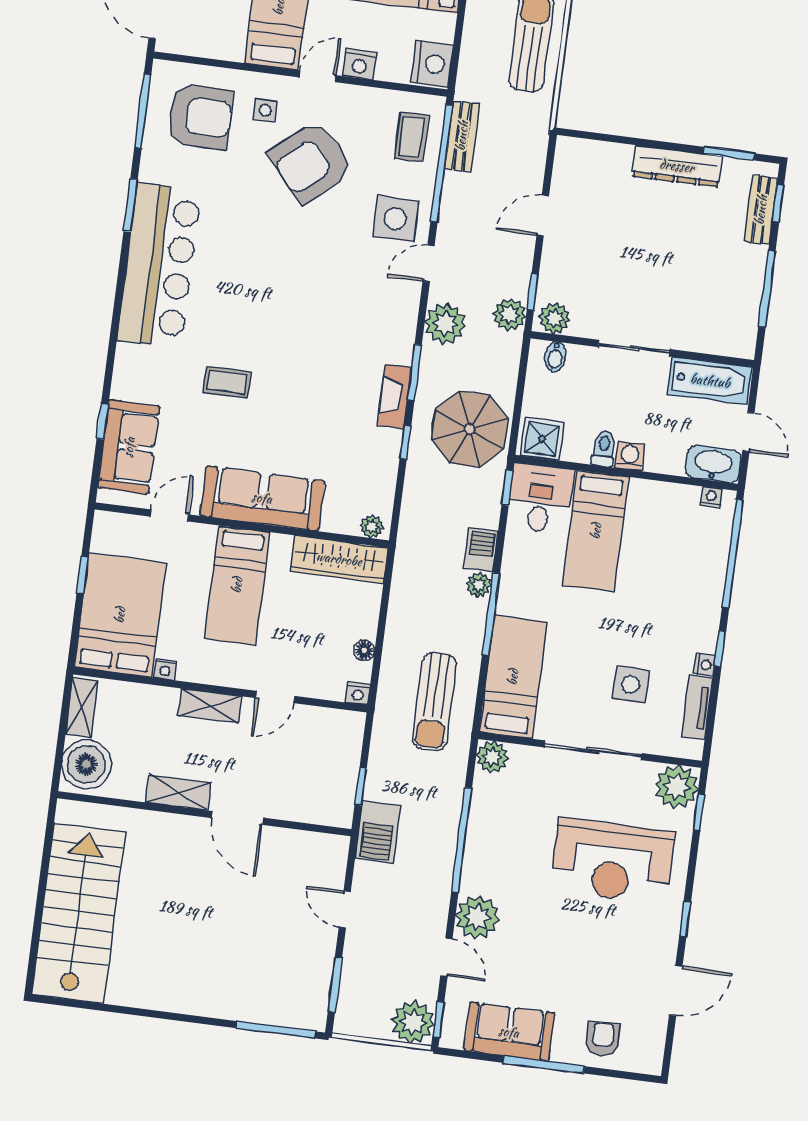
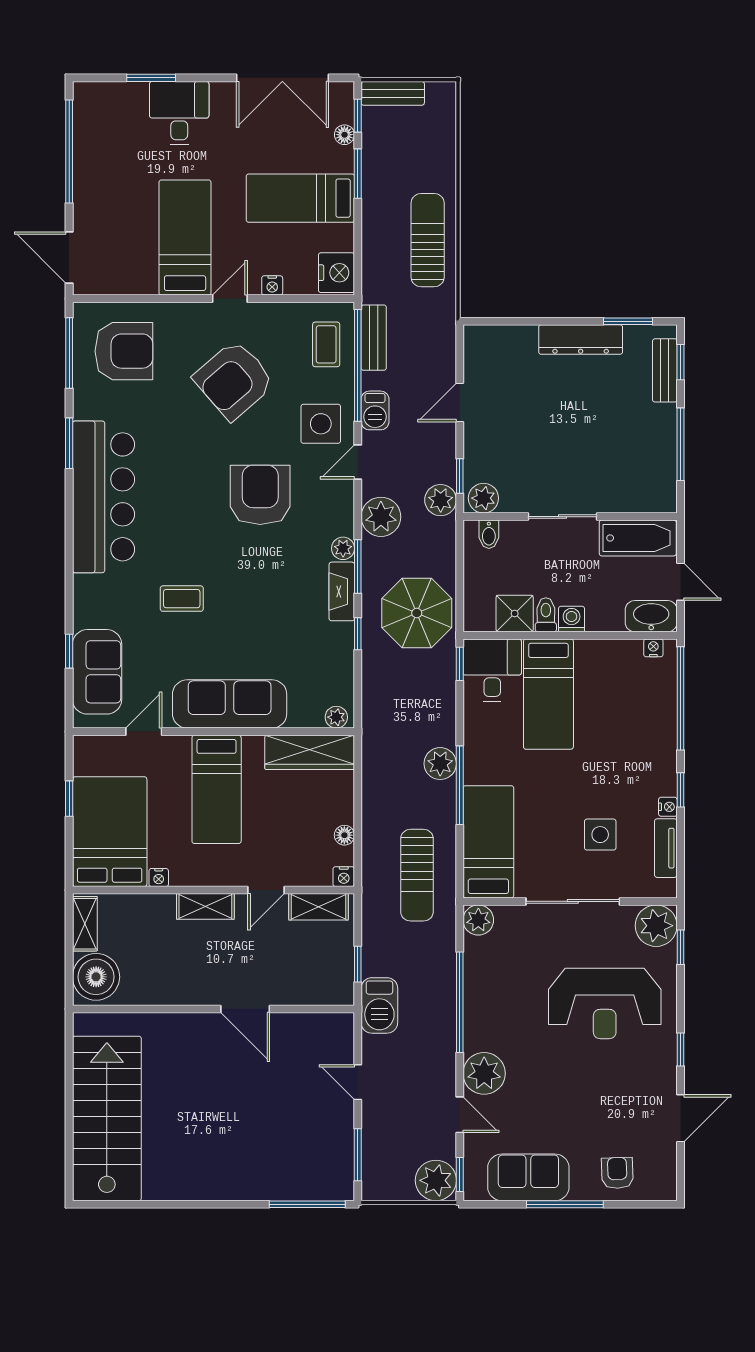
nightstand: (360, 64) -> (272, 285), width x0.72, depth x0.74
side table: (265, 110) -> (185, 337), removed
armchair: (323, 285) -> (260, 495), added
plant: (402, 352) -> (343, 548), added
shower: (542, 439) -> (515, 614), moved
barbecue: (481, 550) -> (375, 410), moved, turned 180
plant: (479, 585) -> (440, 764), width x1.38, depth x1.38
shelving: (178, 793) -> (319, 907), moved

